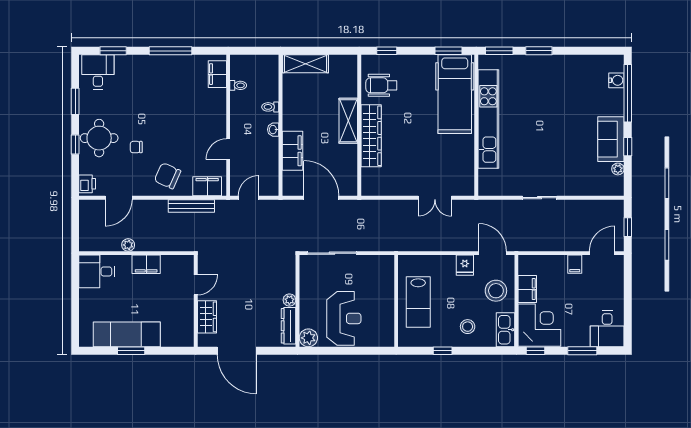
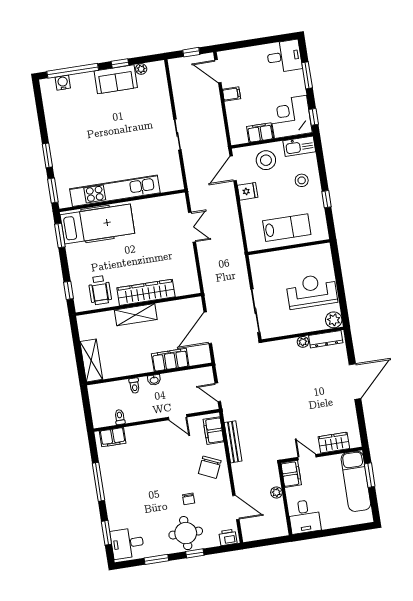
door: (196, 285) -> (307, 457), moved
wall: (196, 301) -> (321, 455), moved
wardrobe: (207, 317) -> (334, 443), moved

